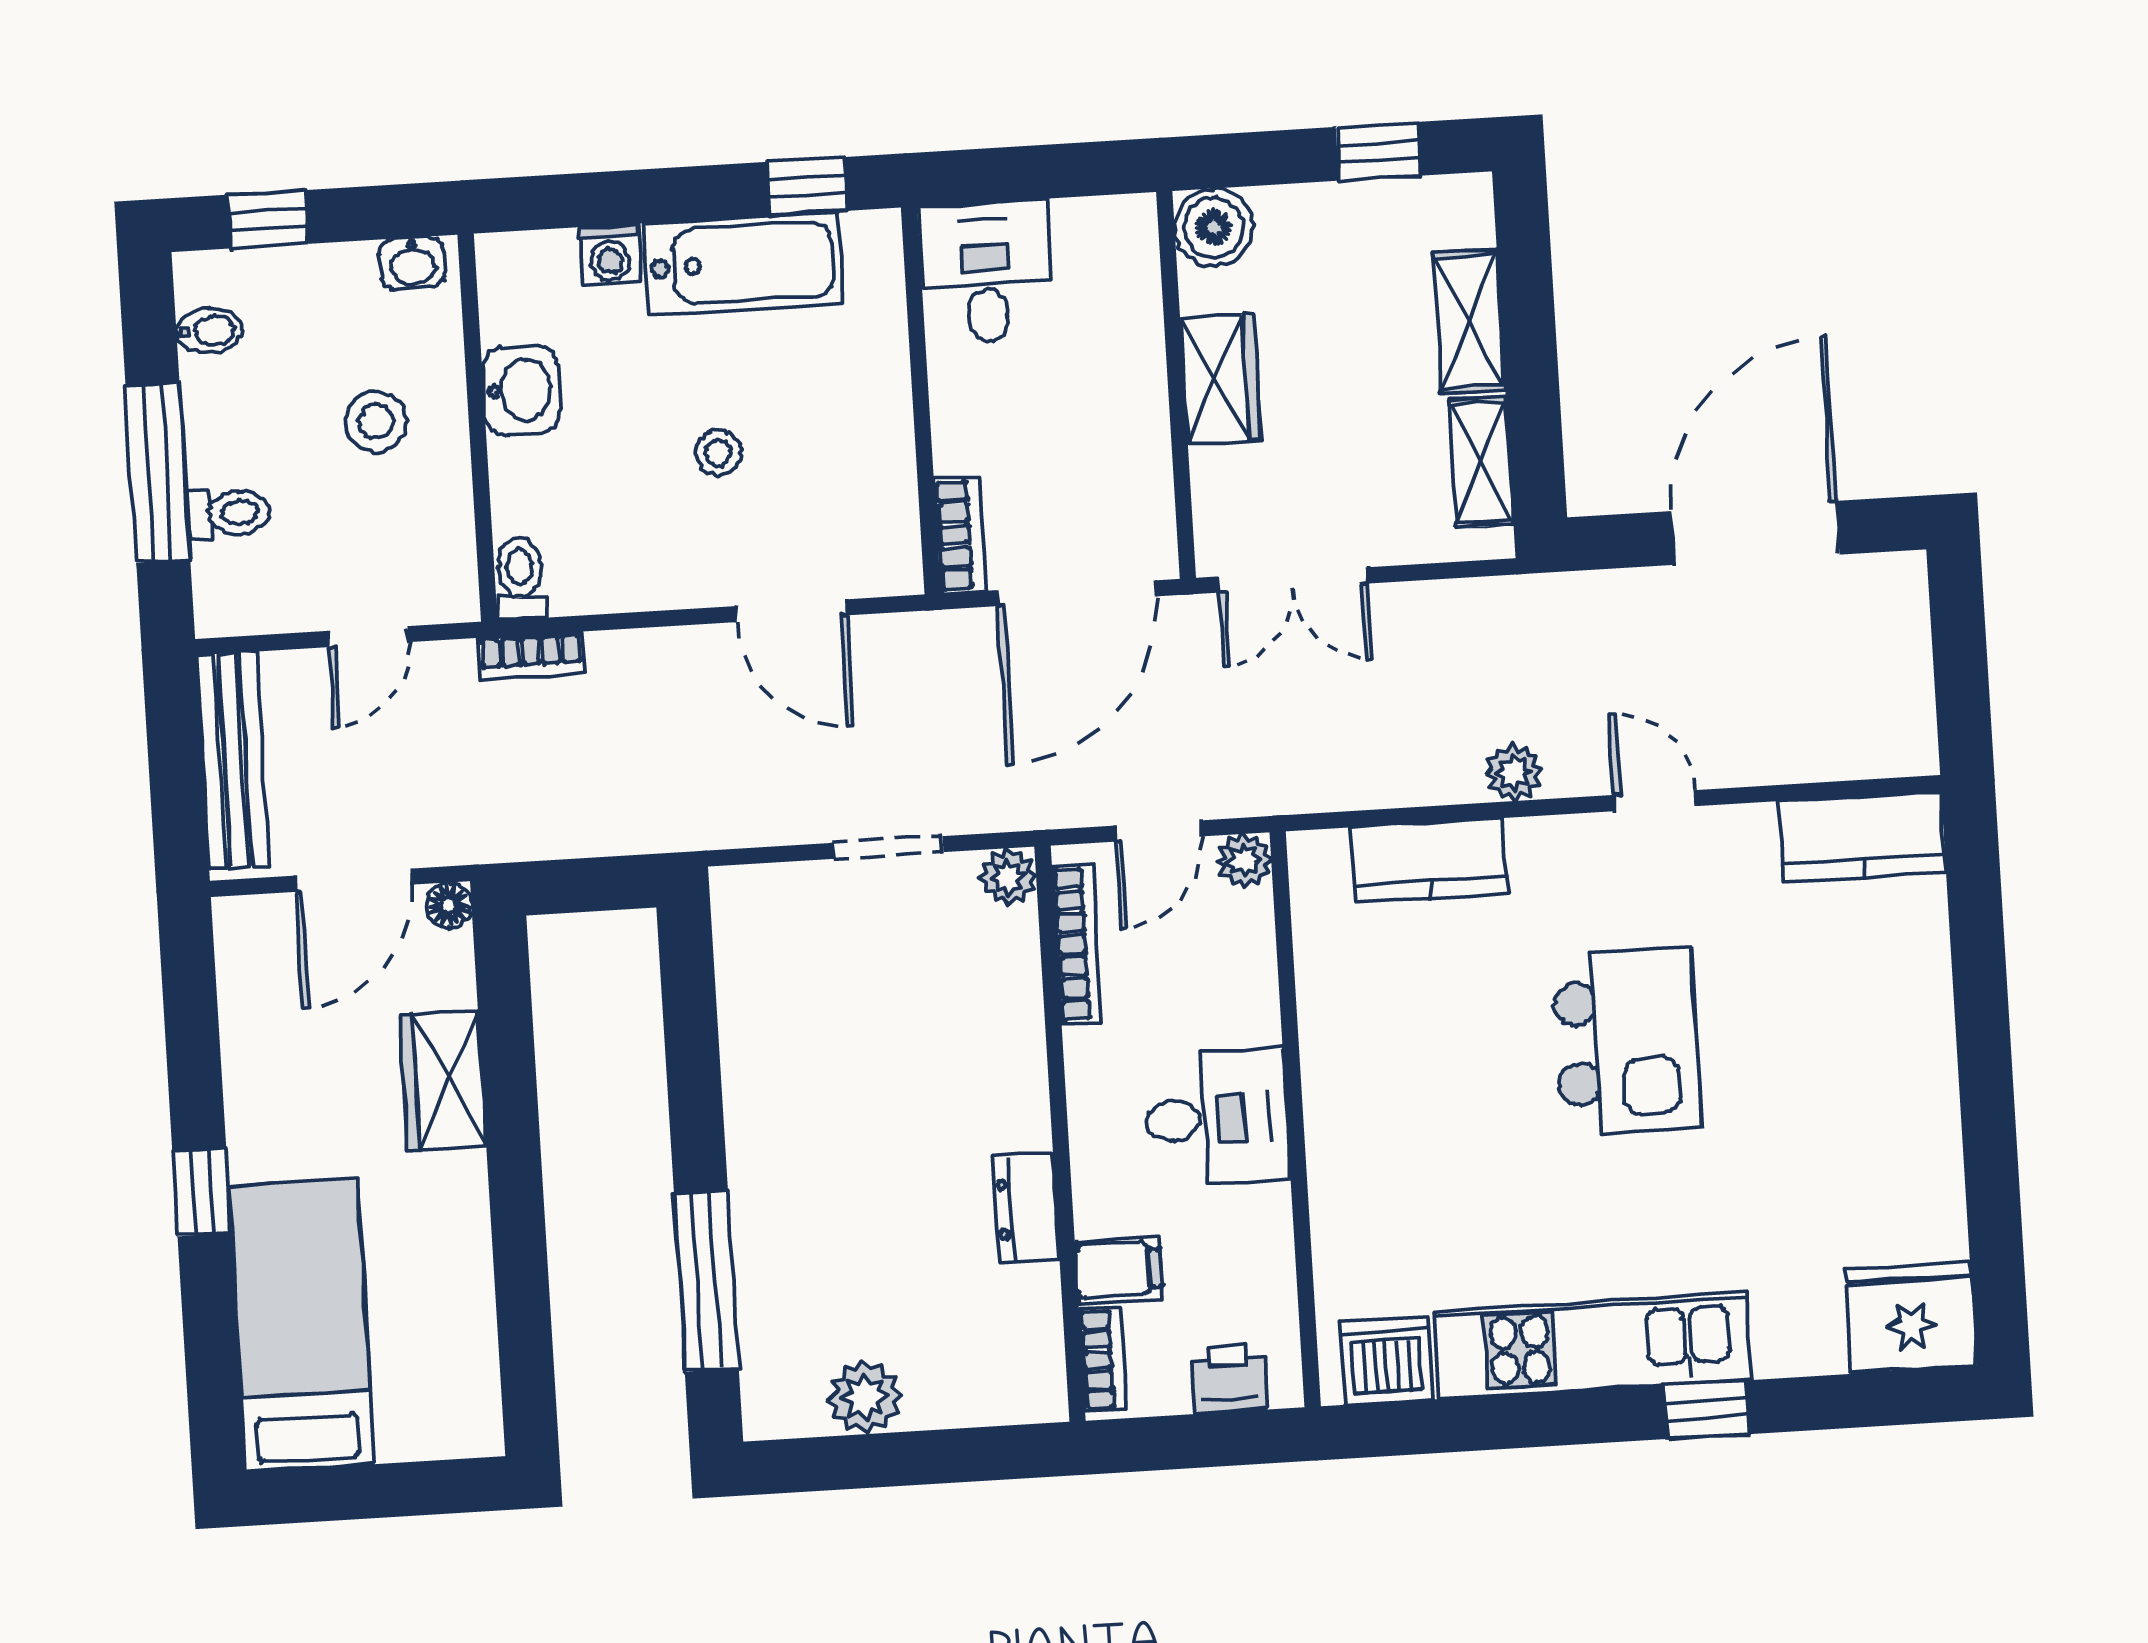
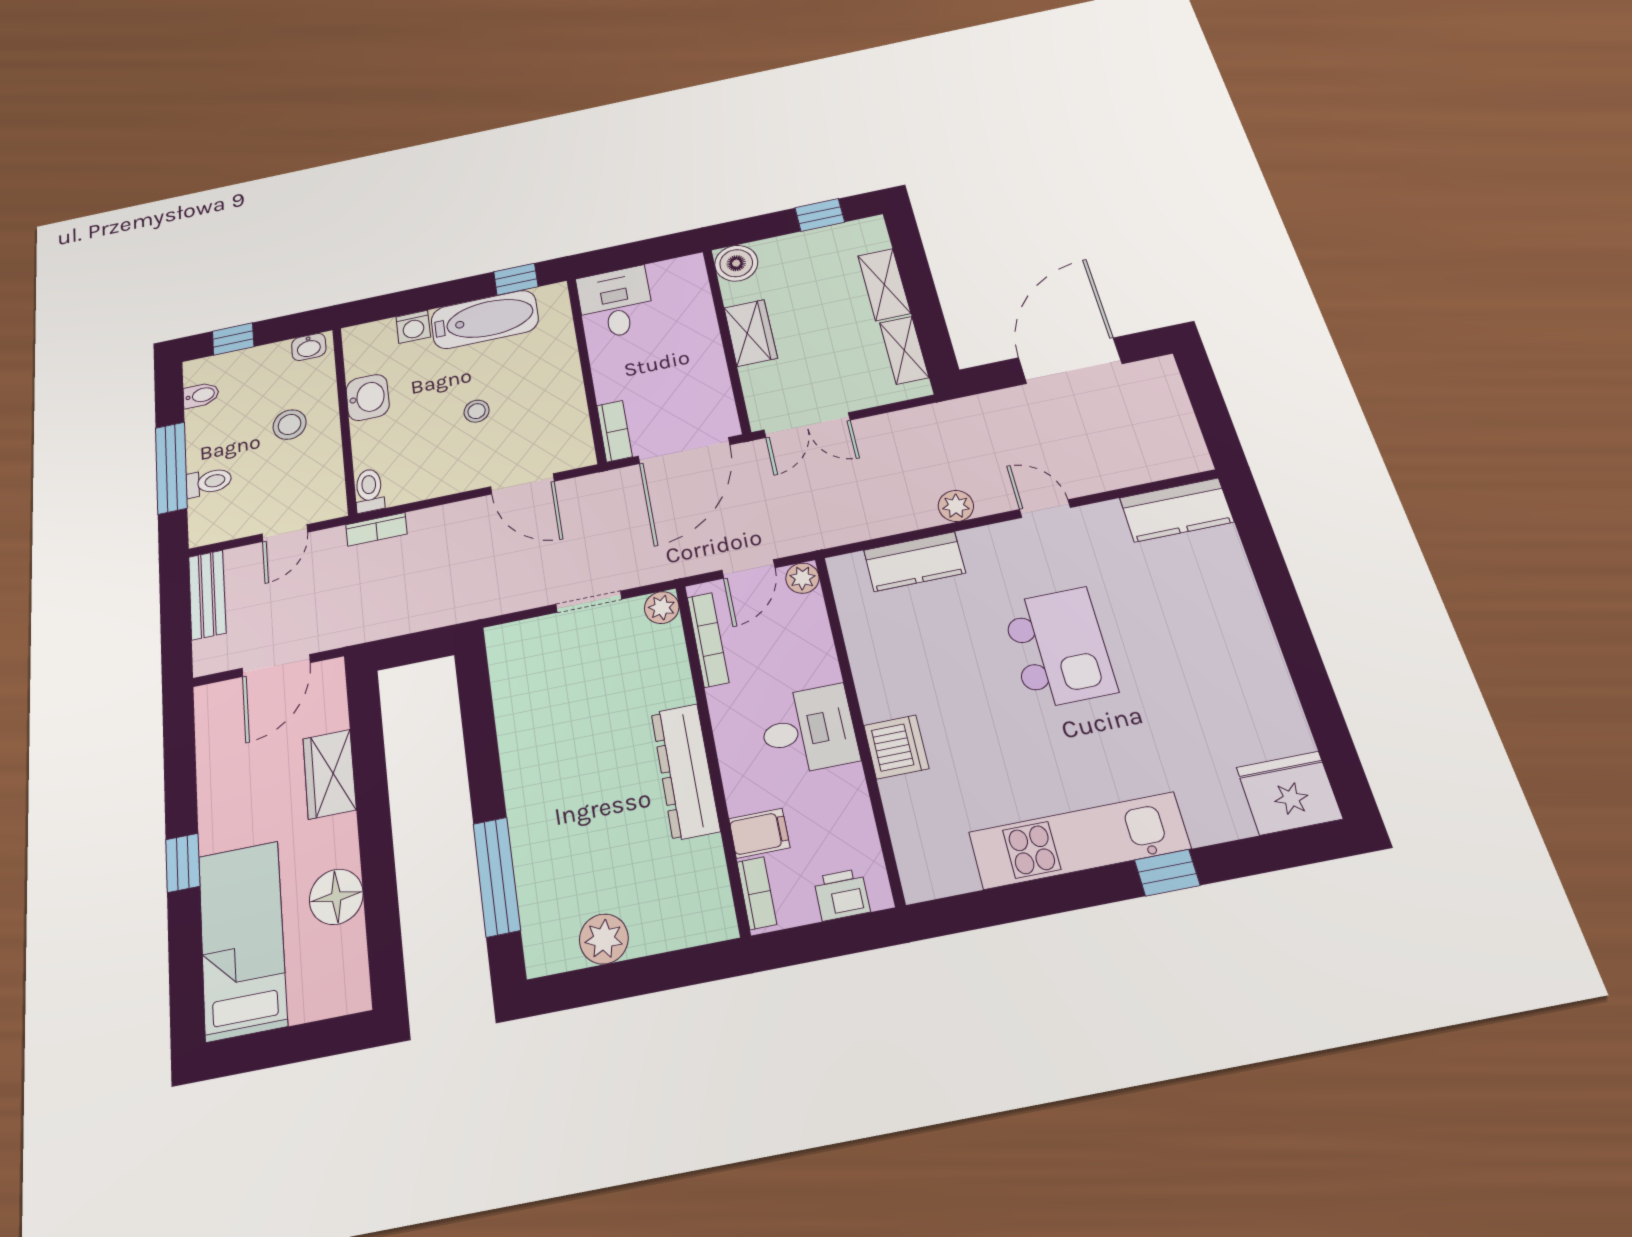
bench: (233, 761) -> (207, 595), width x0.73
floor lamp: (449, 905) -> (336, 897), moved, width x1.89, depth x1.89
dresser: (1026, 1208) -> (685, 771), width x1.96, depth x1.24
dishwasher: (1386, 1361) -> (896, 747), moved, turned 90

